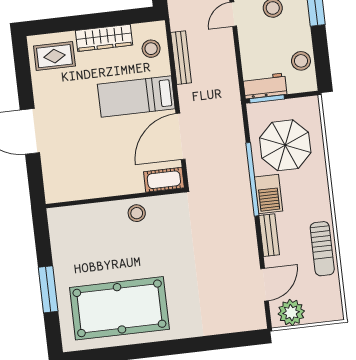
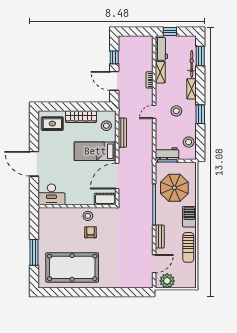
desk: (67, 182) -> (51, 194), added
barbecue: (268, 194) -> (189, 217), moved, turned 180
armchair: (145, 242) -> (91, 232), added

